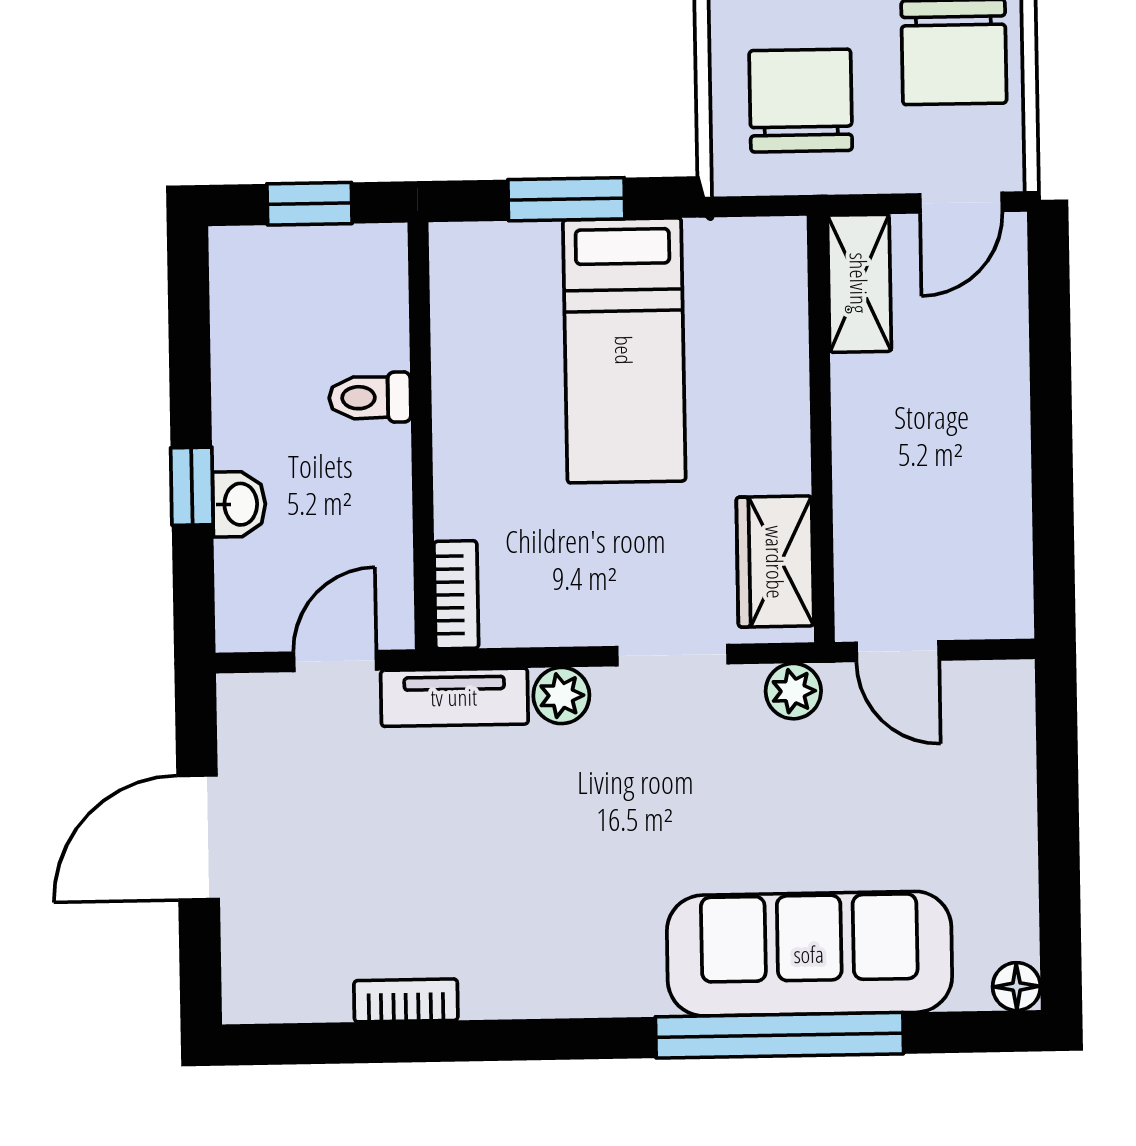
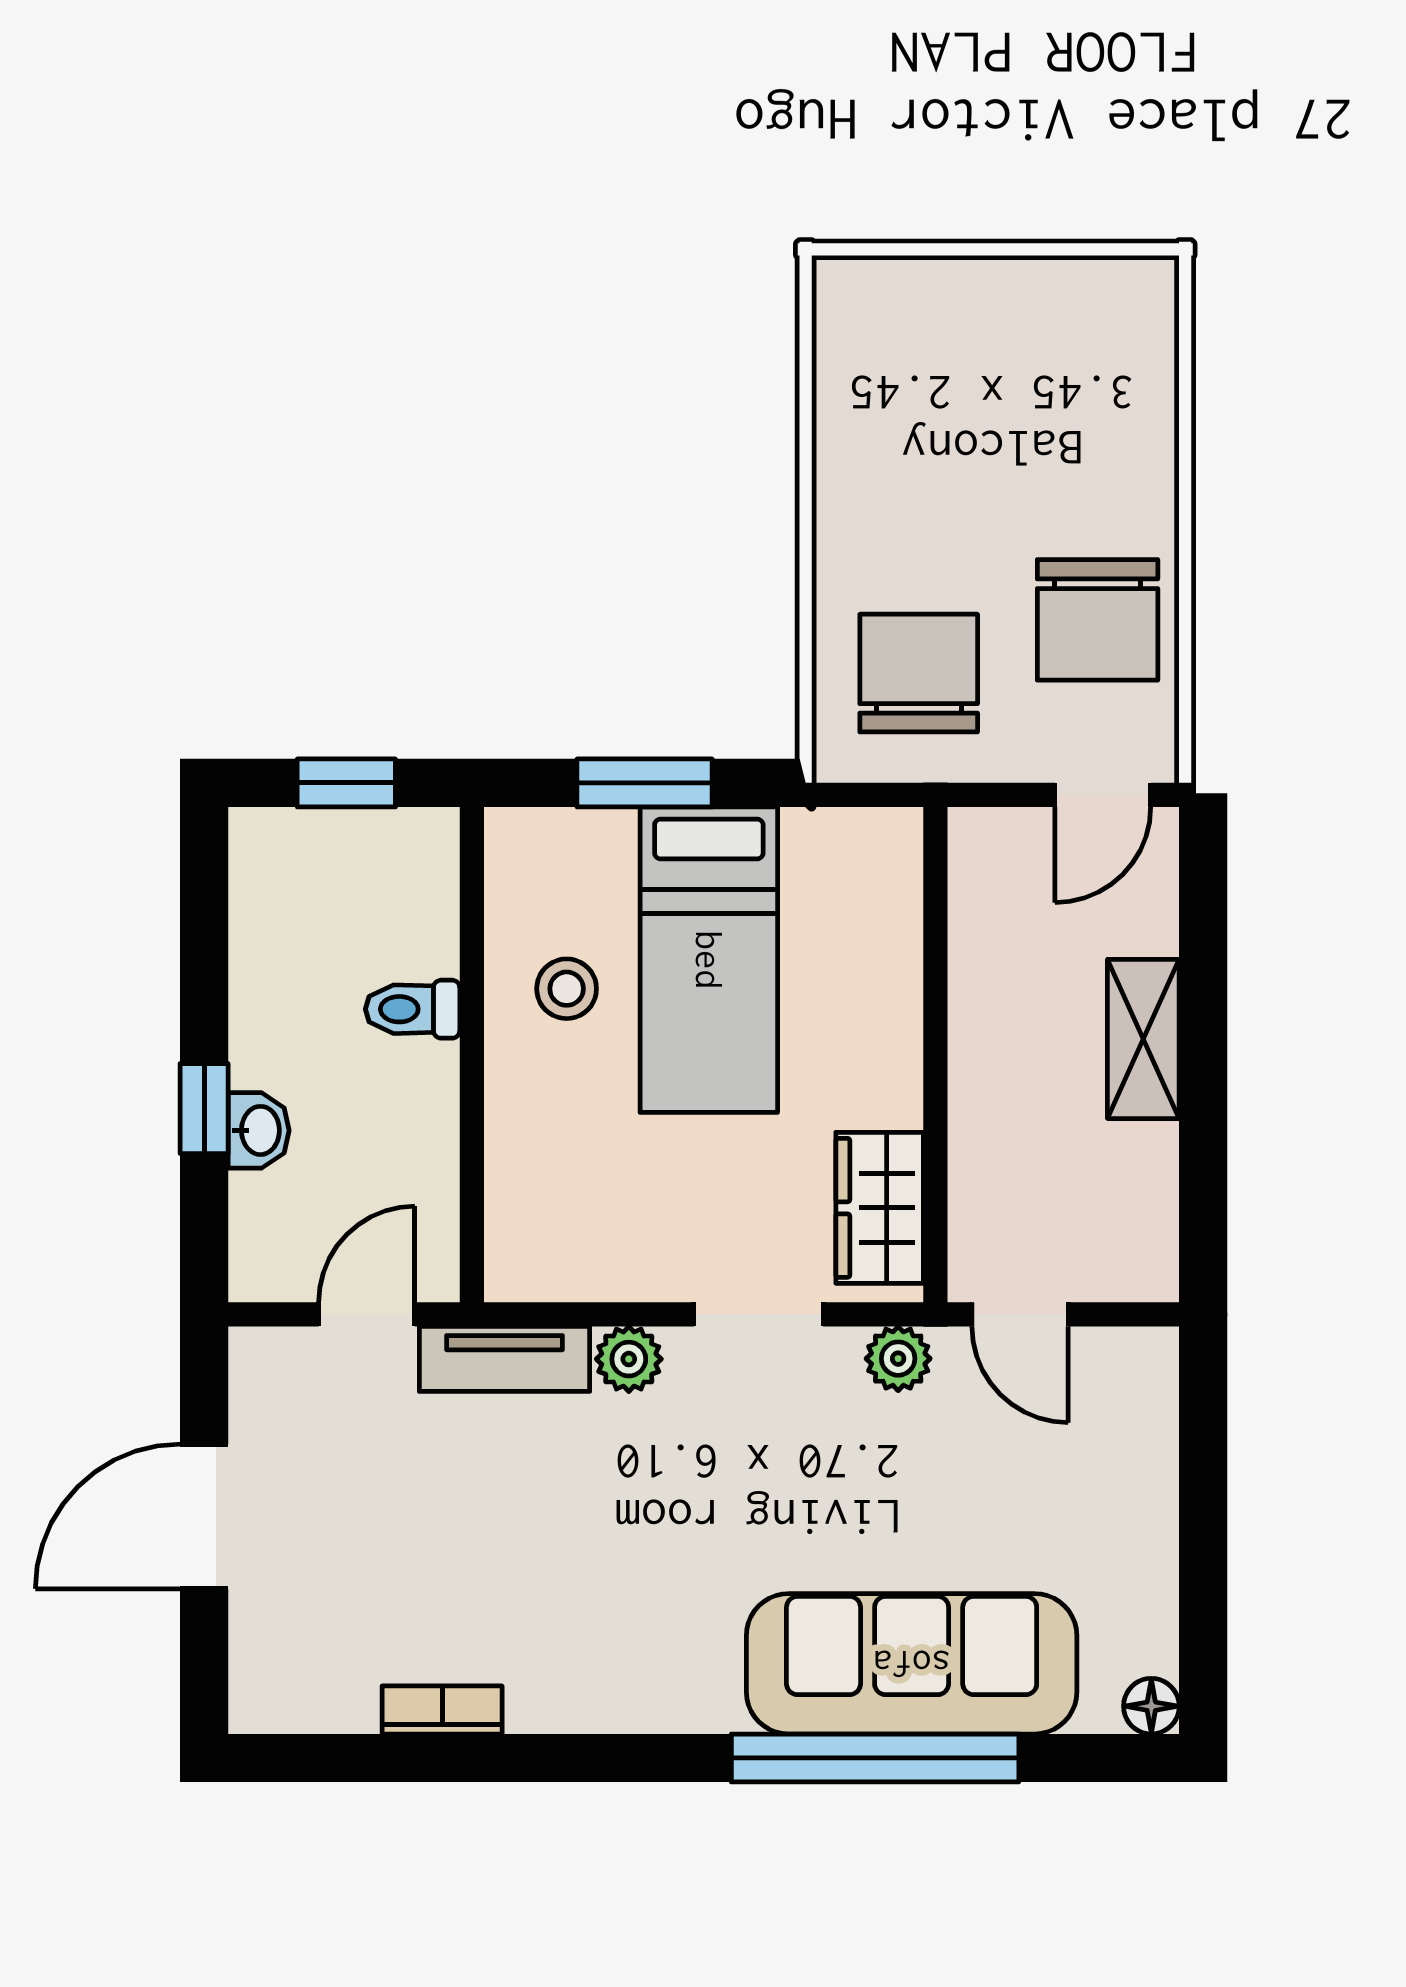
shelving: (859, 283) -> (1143, 1039), moved
stool: (502, 378) -> (567, 989), added
bookcase: (456, 595) -> (509, 1240), removed

